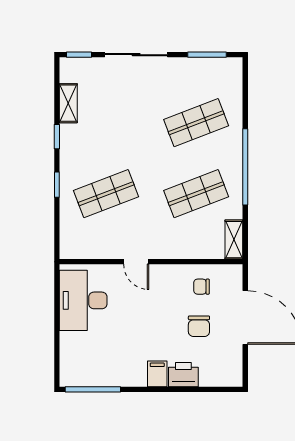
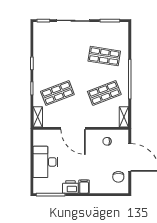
shelving: (68, 103) -> (38, 117), moved
shop shelf: (196, 123) -> (104, 56), turned 30
door: (136, 262) -> (73, 128), width x1.87
desk: (83, 300) -> (46, 162), moved
chair: (199, 326) -> (118, 177), moved
printer: (183, 375) -> (70, 187), moved

